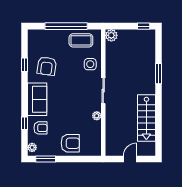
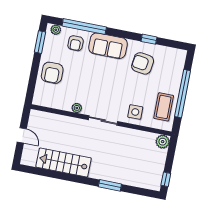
window: (24, 123) -> (84, 26), width x3.17

